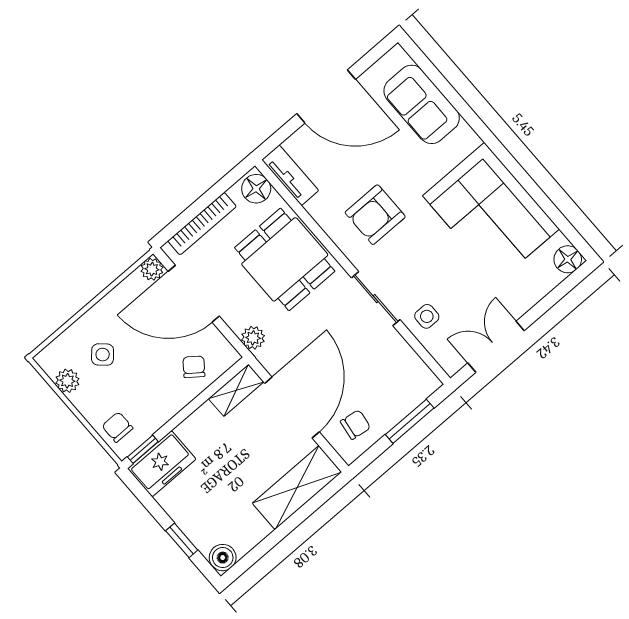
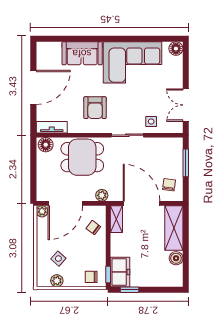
sofa: (422, 104) -> (82, 53), moved
bookcase: (202, 224) -> (41, 177), removed
window: (182, 540) -> (129, 290), moved
boiler: (223, 558) -> (176, 258), moved

